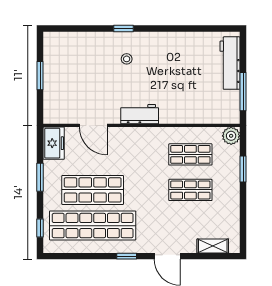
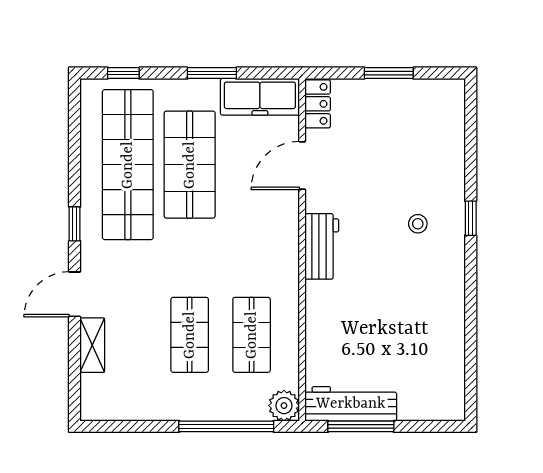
workbench: (230, 63) -> (351, 404), moved
locker: (58, 116) -> (318, 104), added
freezer: (54, 143) -> (260, 97), width x1.40
window: (243, 169) -> (226, 426), width x2.11
shelving: (213, 246) -> (92, 345), moved

